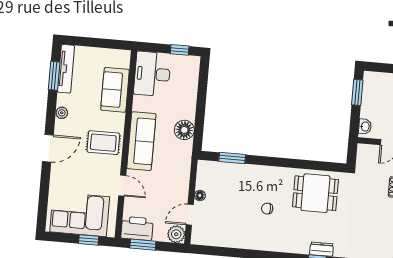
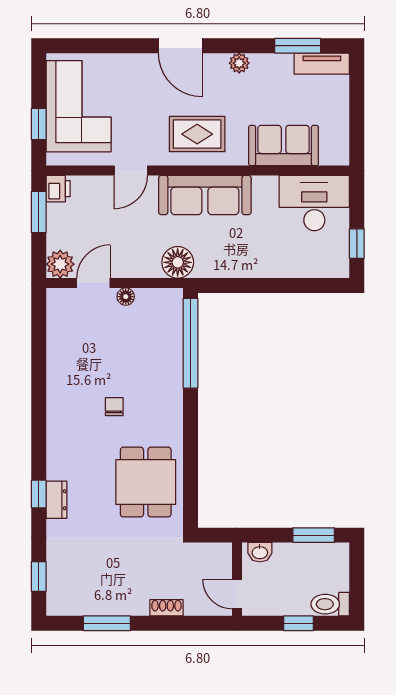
tv unit: (66, 69) -> (322, 64), width x0.71
floor lamp: (184, 130) -> (178, 262), moved
rug: (103, 143) -> (197, 134), turned 90
window: (232, 158) -> (190, 343), width x2.11
door: (190, 215) -> (93, 283), hinge flipped
printer: (137, 228) -> (58, 189), width x0.53, depth x0.68

